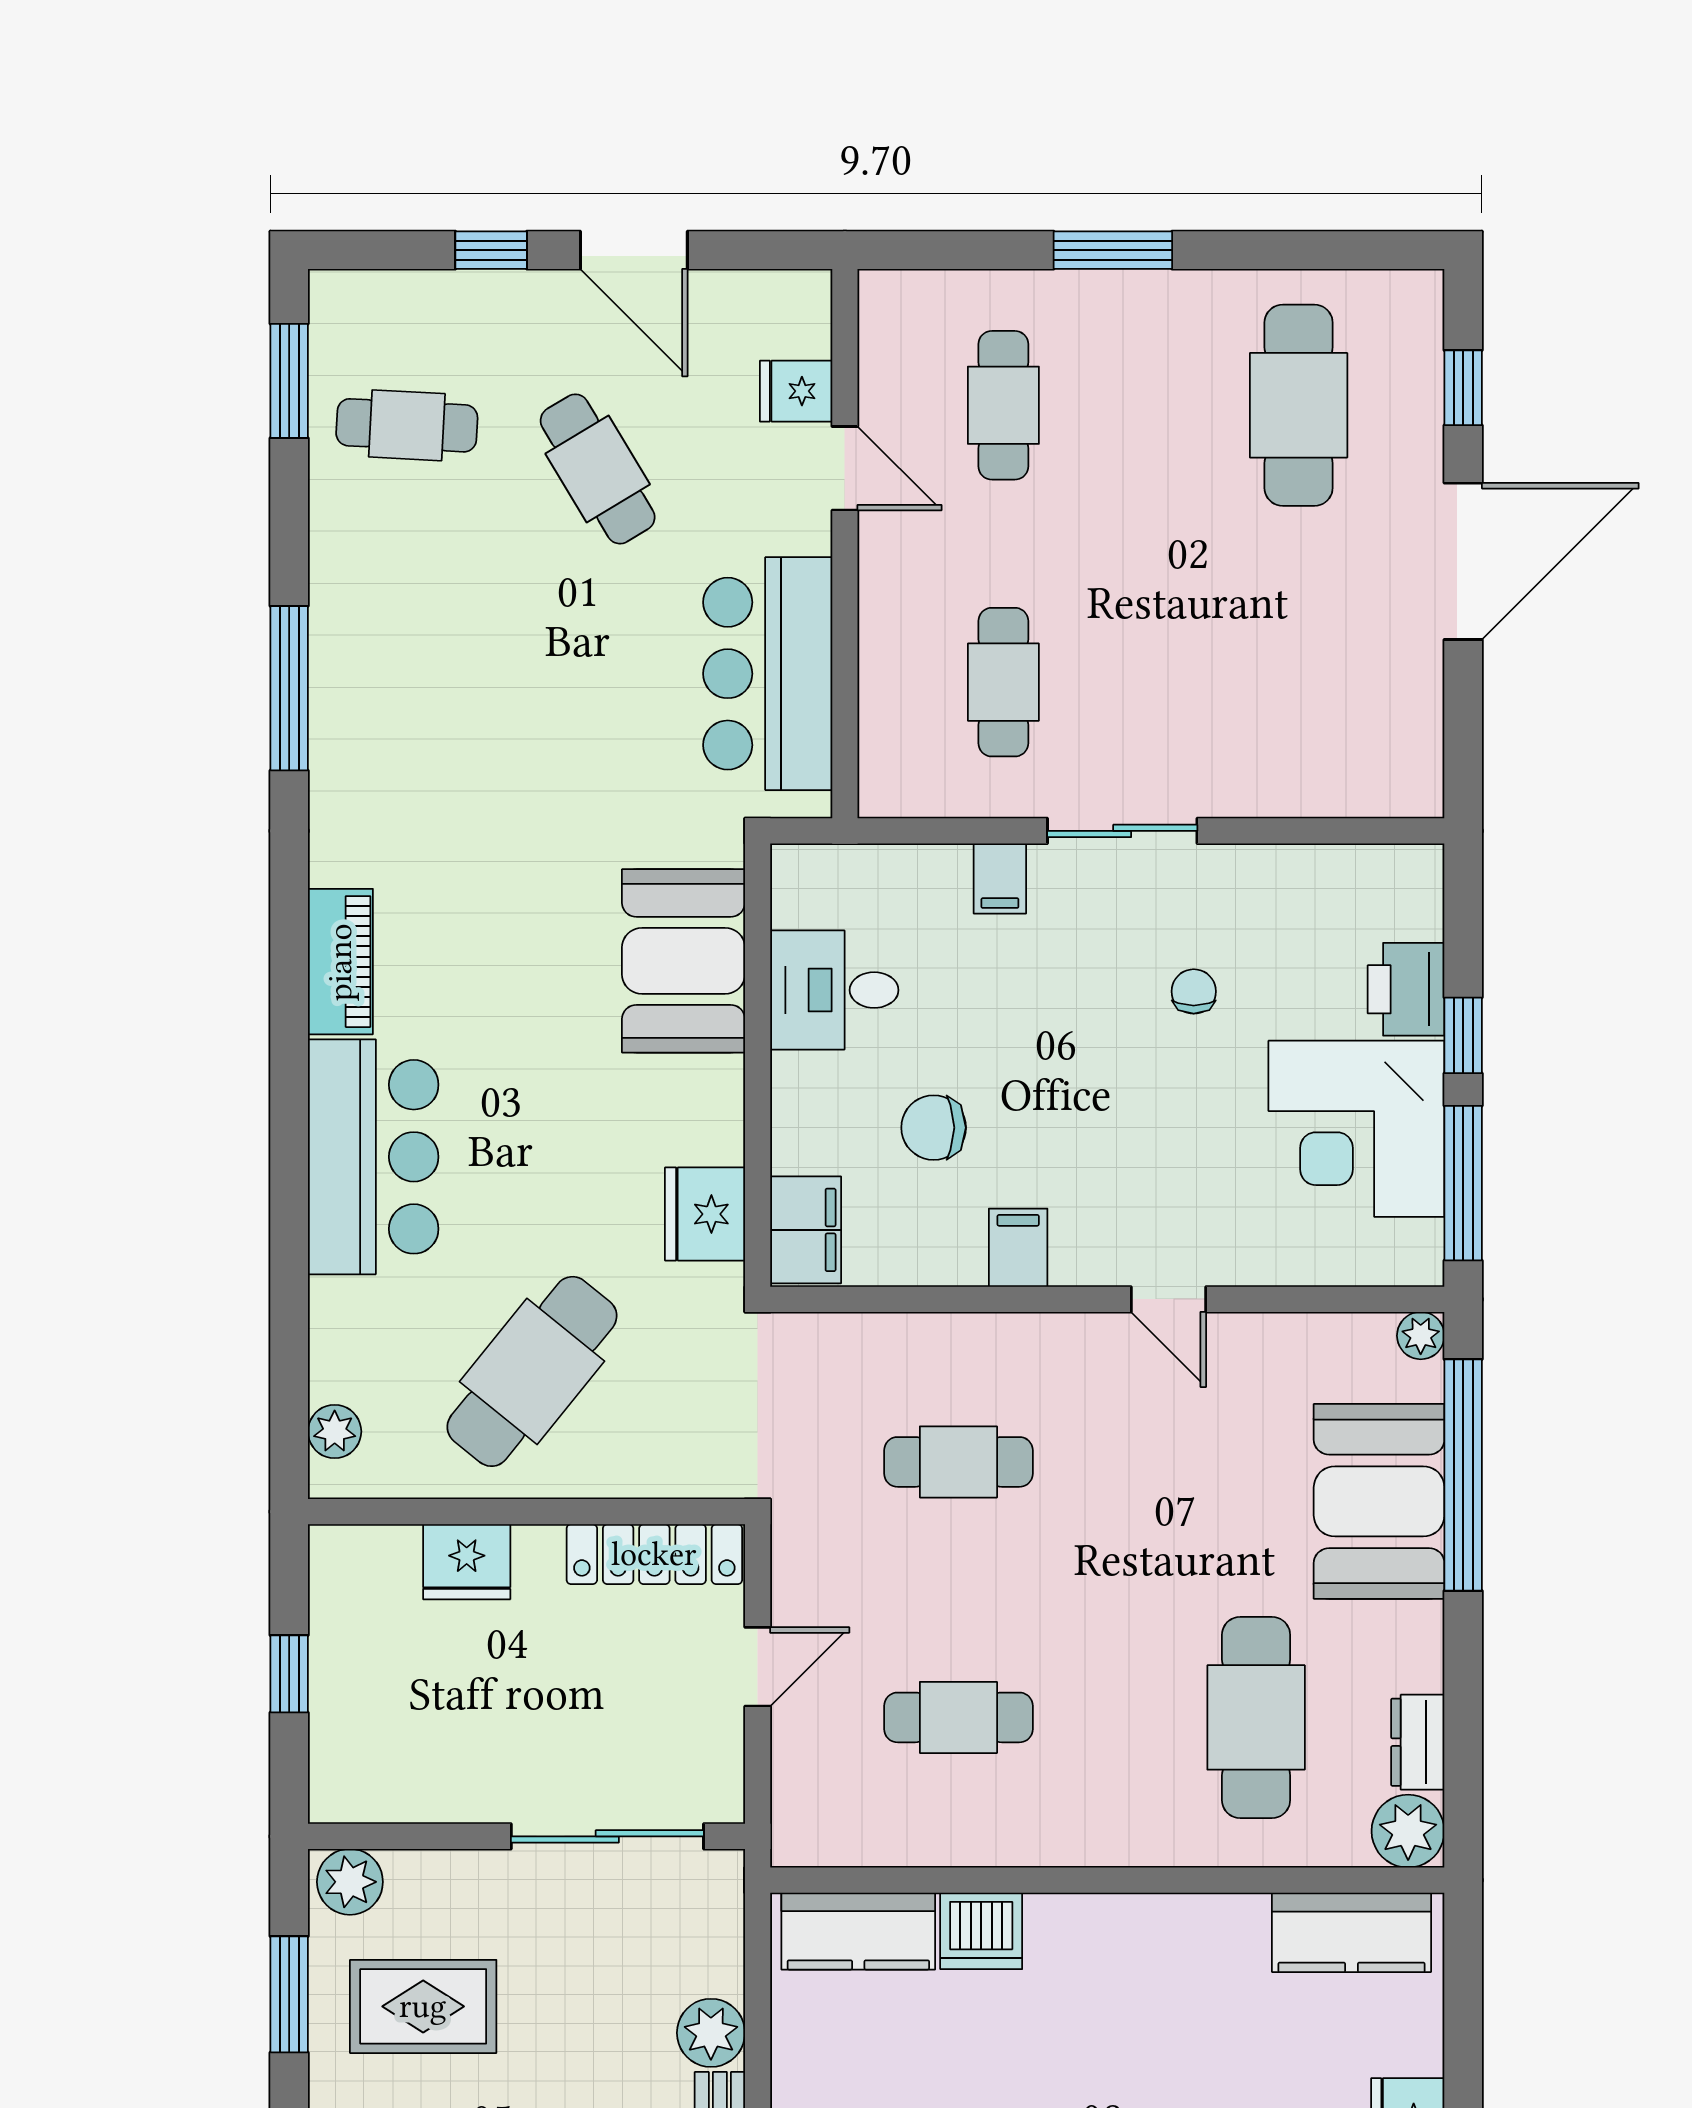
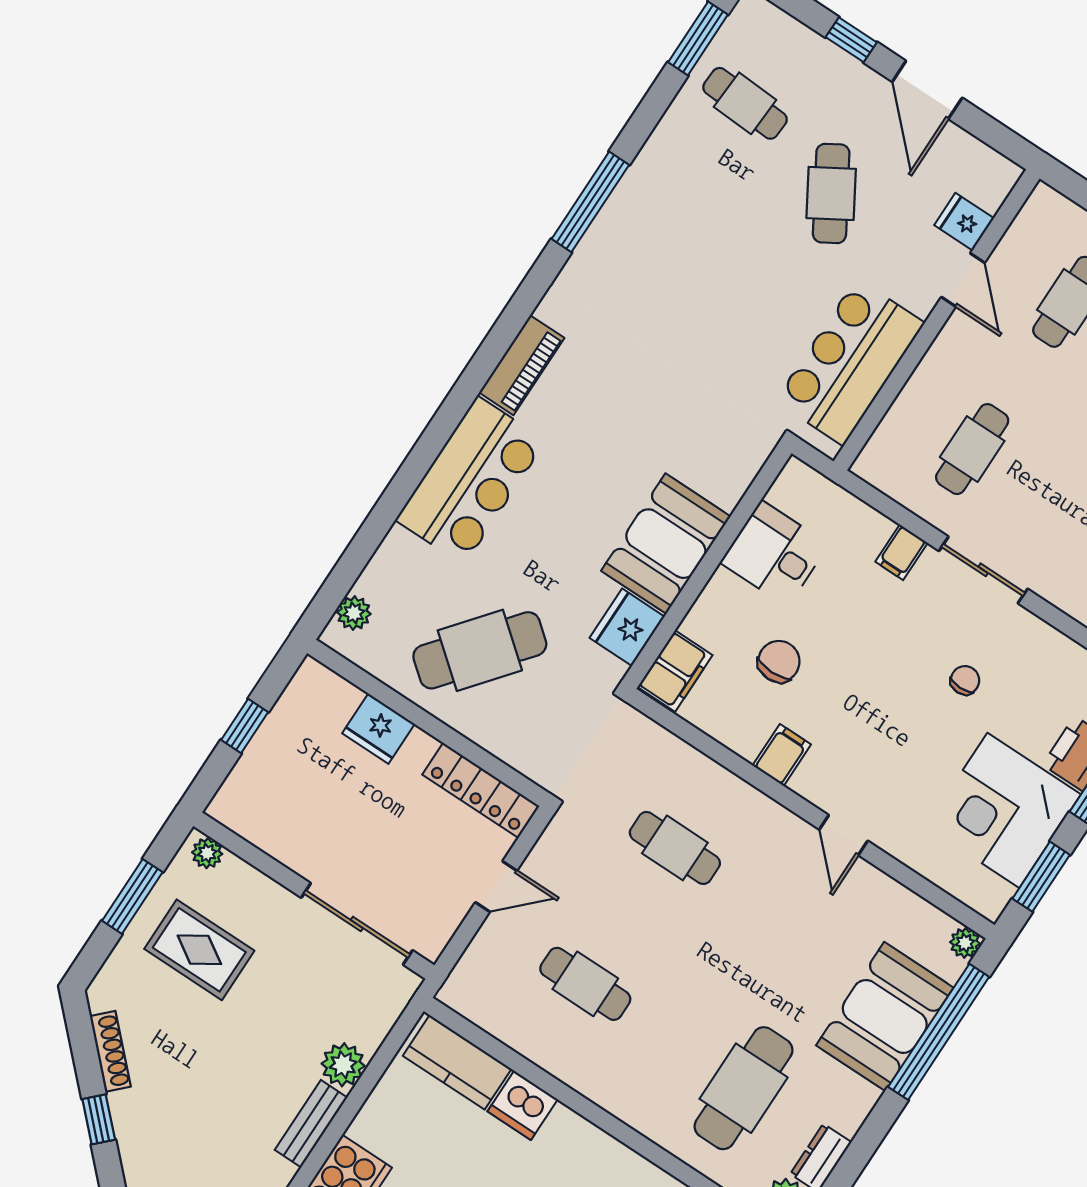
booth: (684, 961) -> (666, 544), moved
chair: (934, 1128) -> (779, 661), turned 90
window: (1463, 1183) -> (1041, 877), width x0.69
plant: (350, 1882) -> (207, 853), width x0.73, depth x0.73

